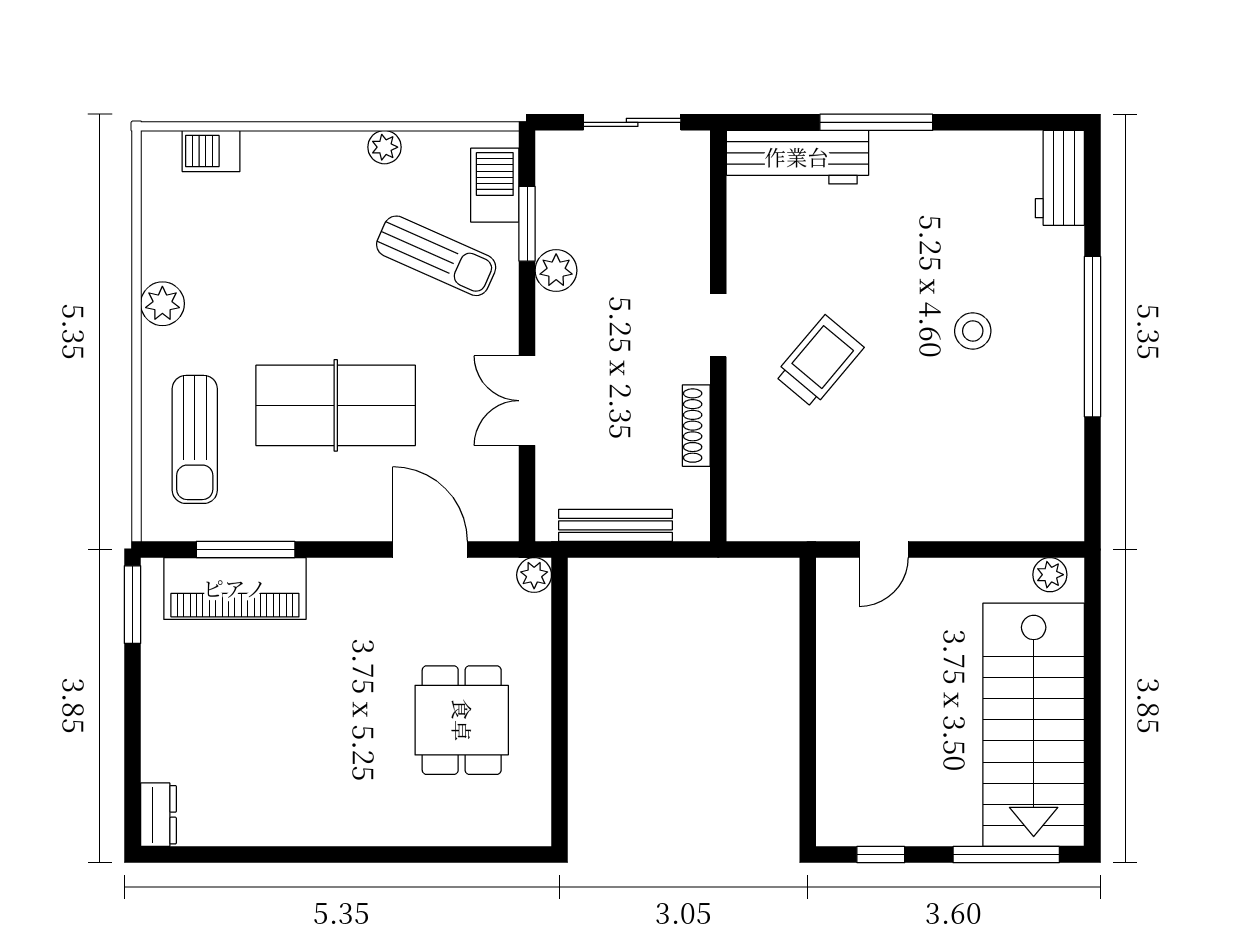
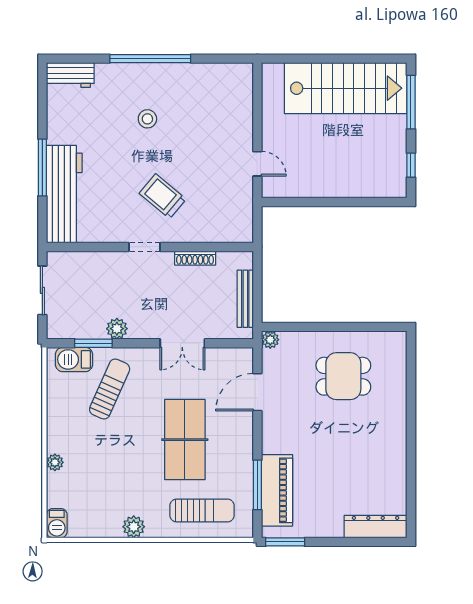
plant: (385, 147) -> (55, 462), moved
barbecue: (211, 151) -> (57, 523), moved
workbench: (797, 157) -> (64, 194), width x1.36, depth x1.32
plant: (1050, 575) -> (270, 80), removed
dresser: (158, 815) -> (376, 527), width x1.96, depth x1.24

